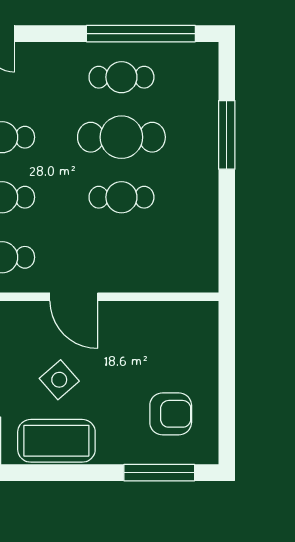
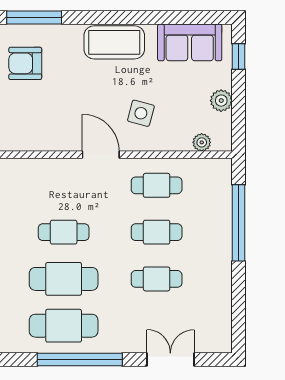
window: (141, 34) -> (80, 360), moved
cafe table: (121, 77) -> (64, 326), width x1.37, depth x1.35
side table: (59, 380) -> (141, 113), moved, turned -34

